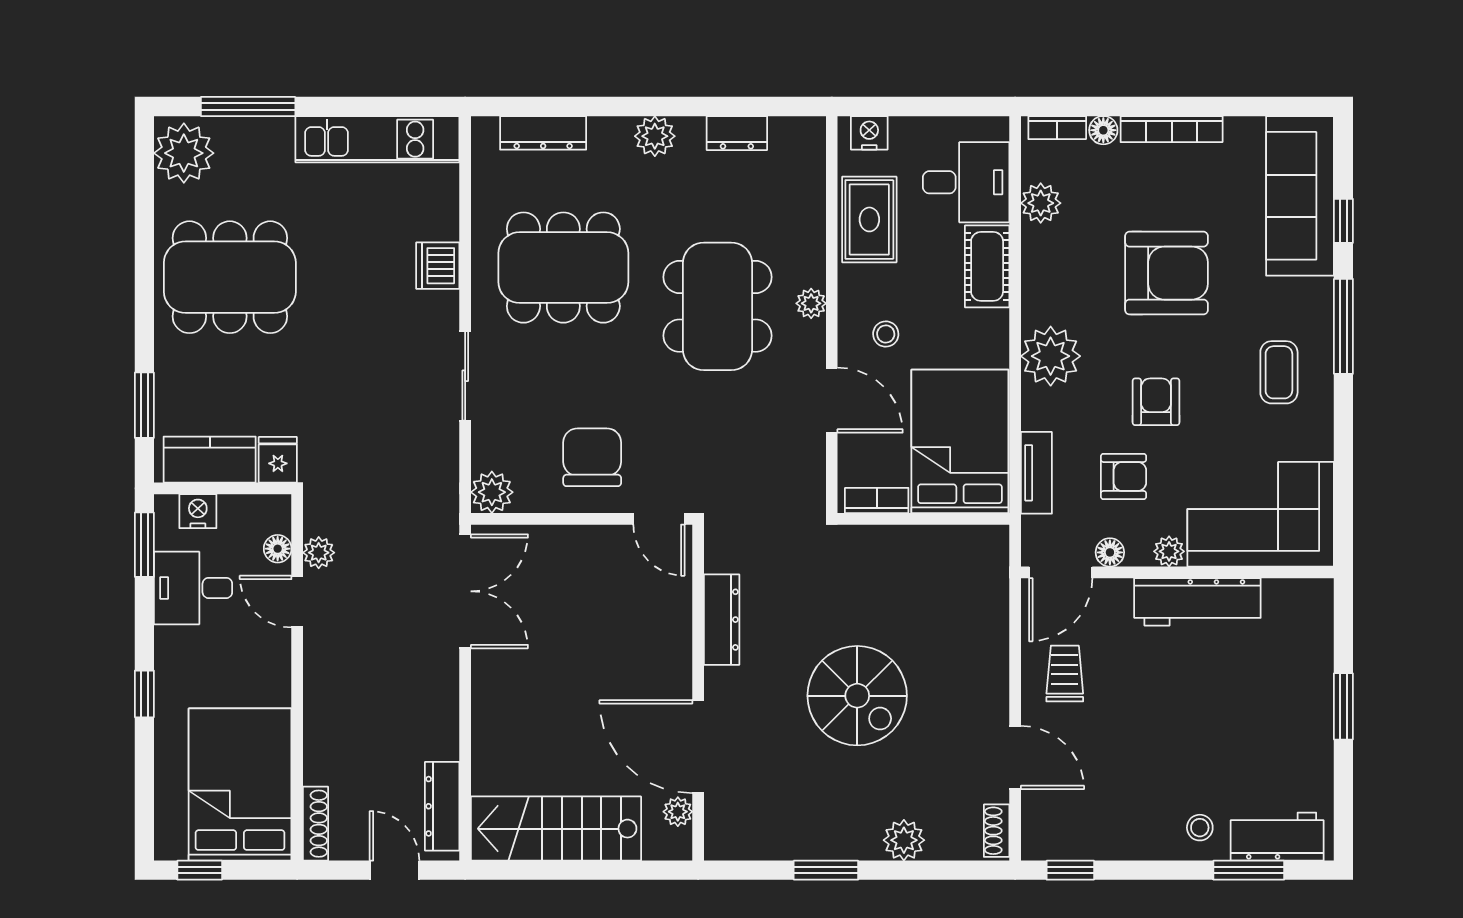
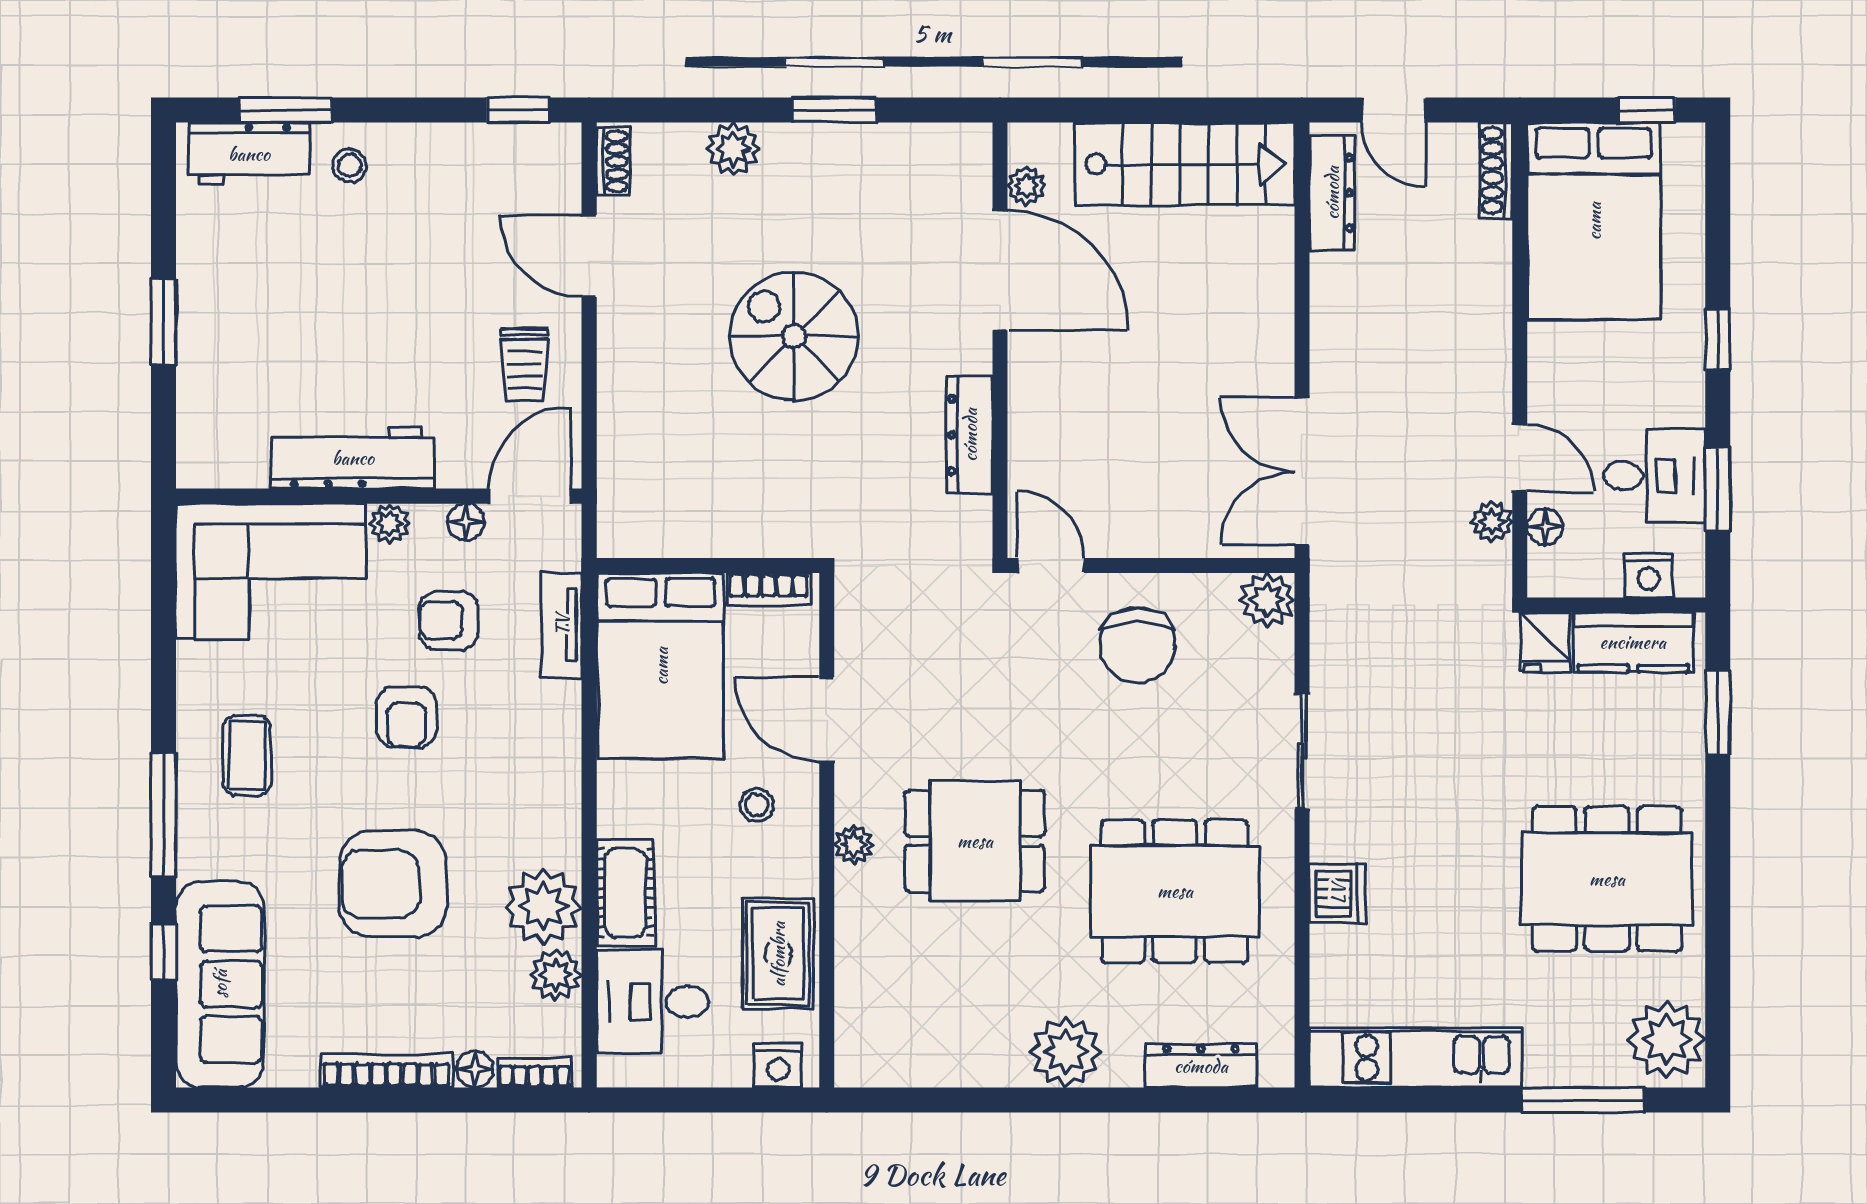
dresser: (737, 133) -> (950, 1066), removed
plant: (655, 136) -> (1066, 1052), width x1.36, depth x1.36
dining table: (718, 306) -> (975, 841), width x0.73
plant: (1051, 356) -> (543, 906), moved
window: (144, 545) -> (1718, 490), moved

